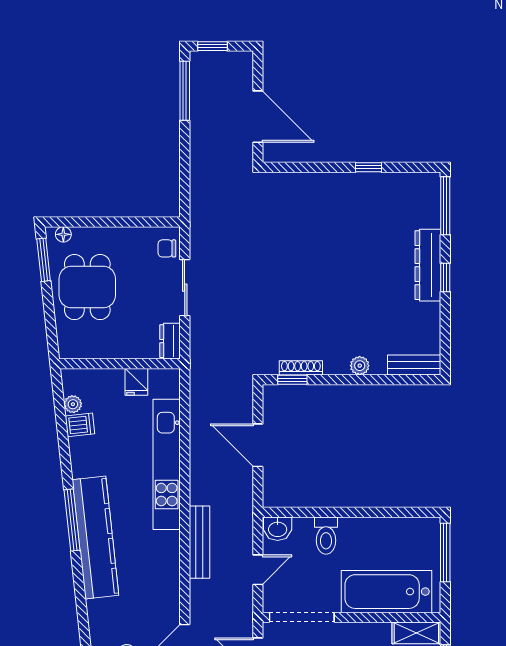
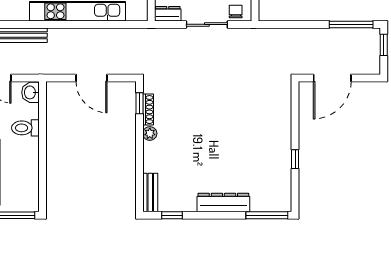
window: (445, 277) -> (172, 215), moved
plant: (360, 366) -> (150, 134), moved
door: (258, 445) -> (92, 78), swing flipped

